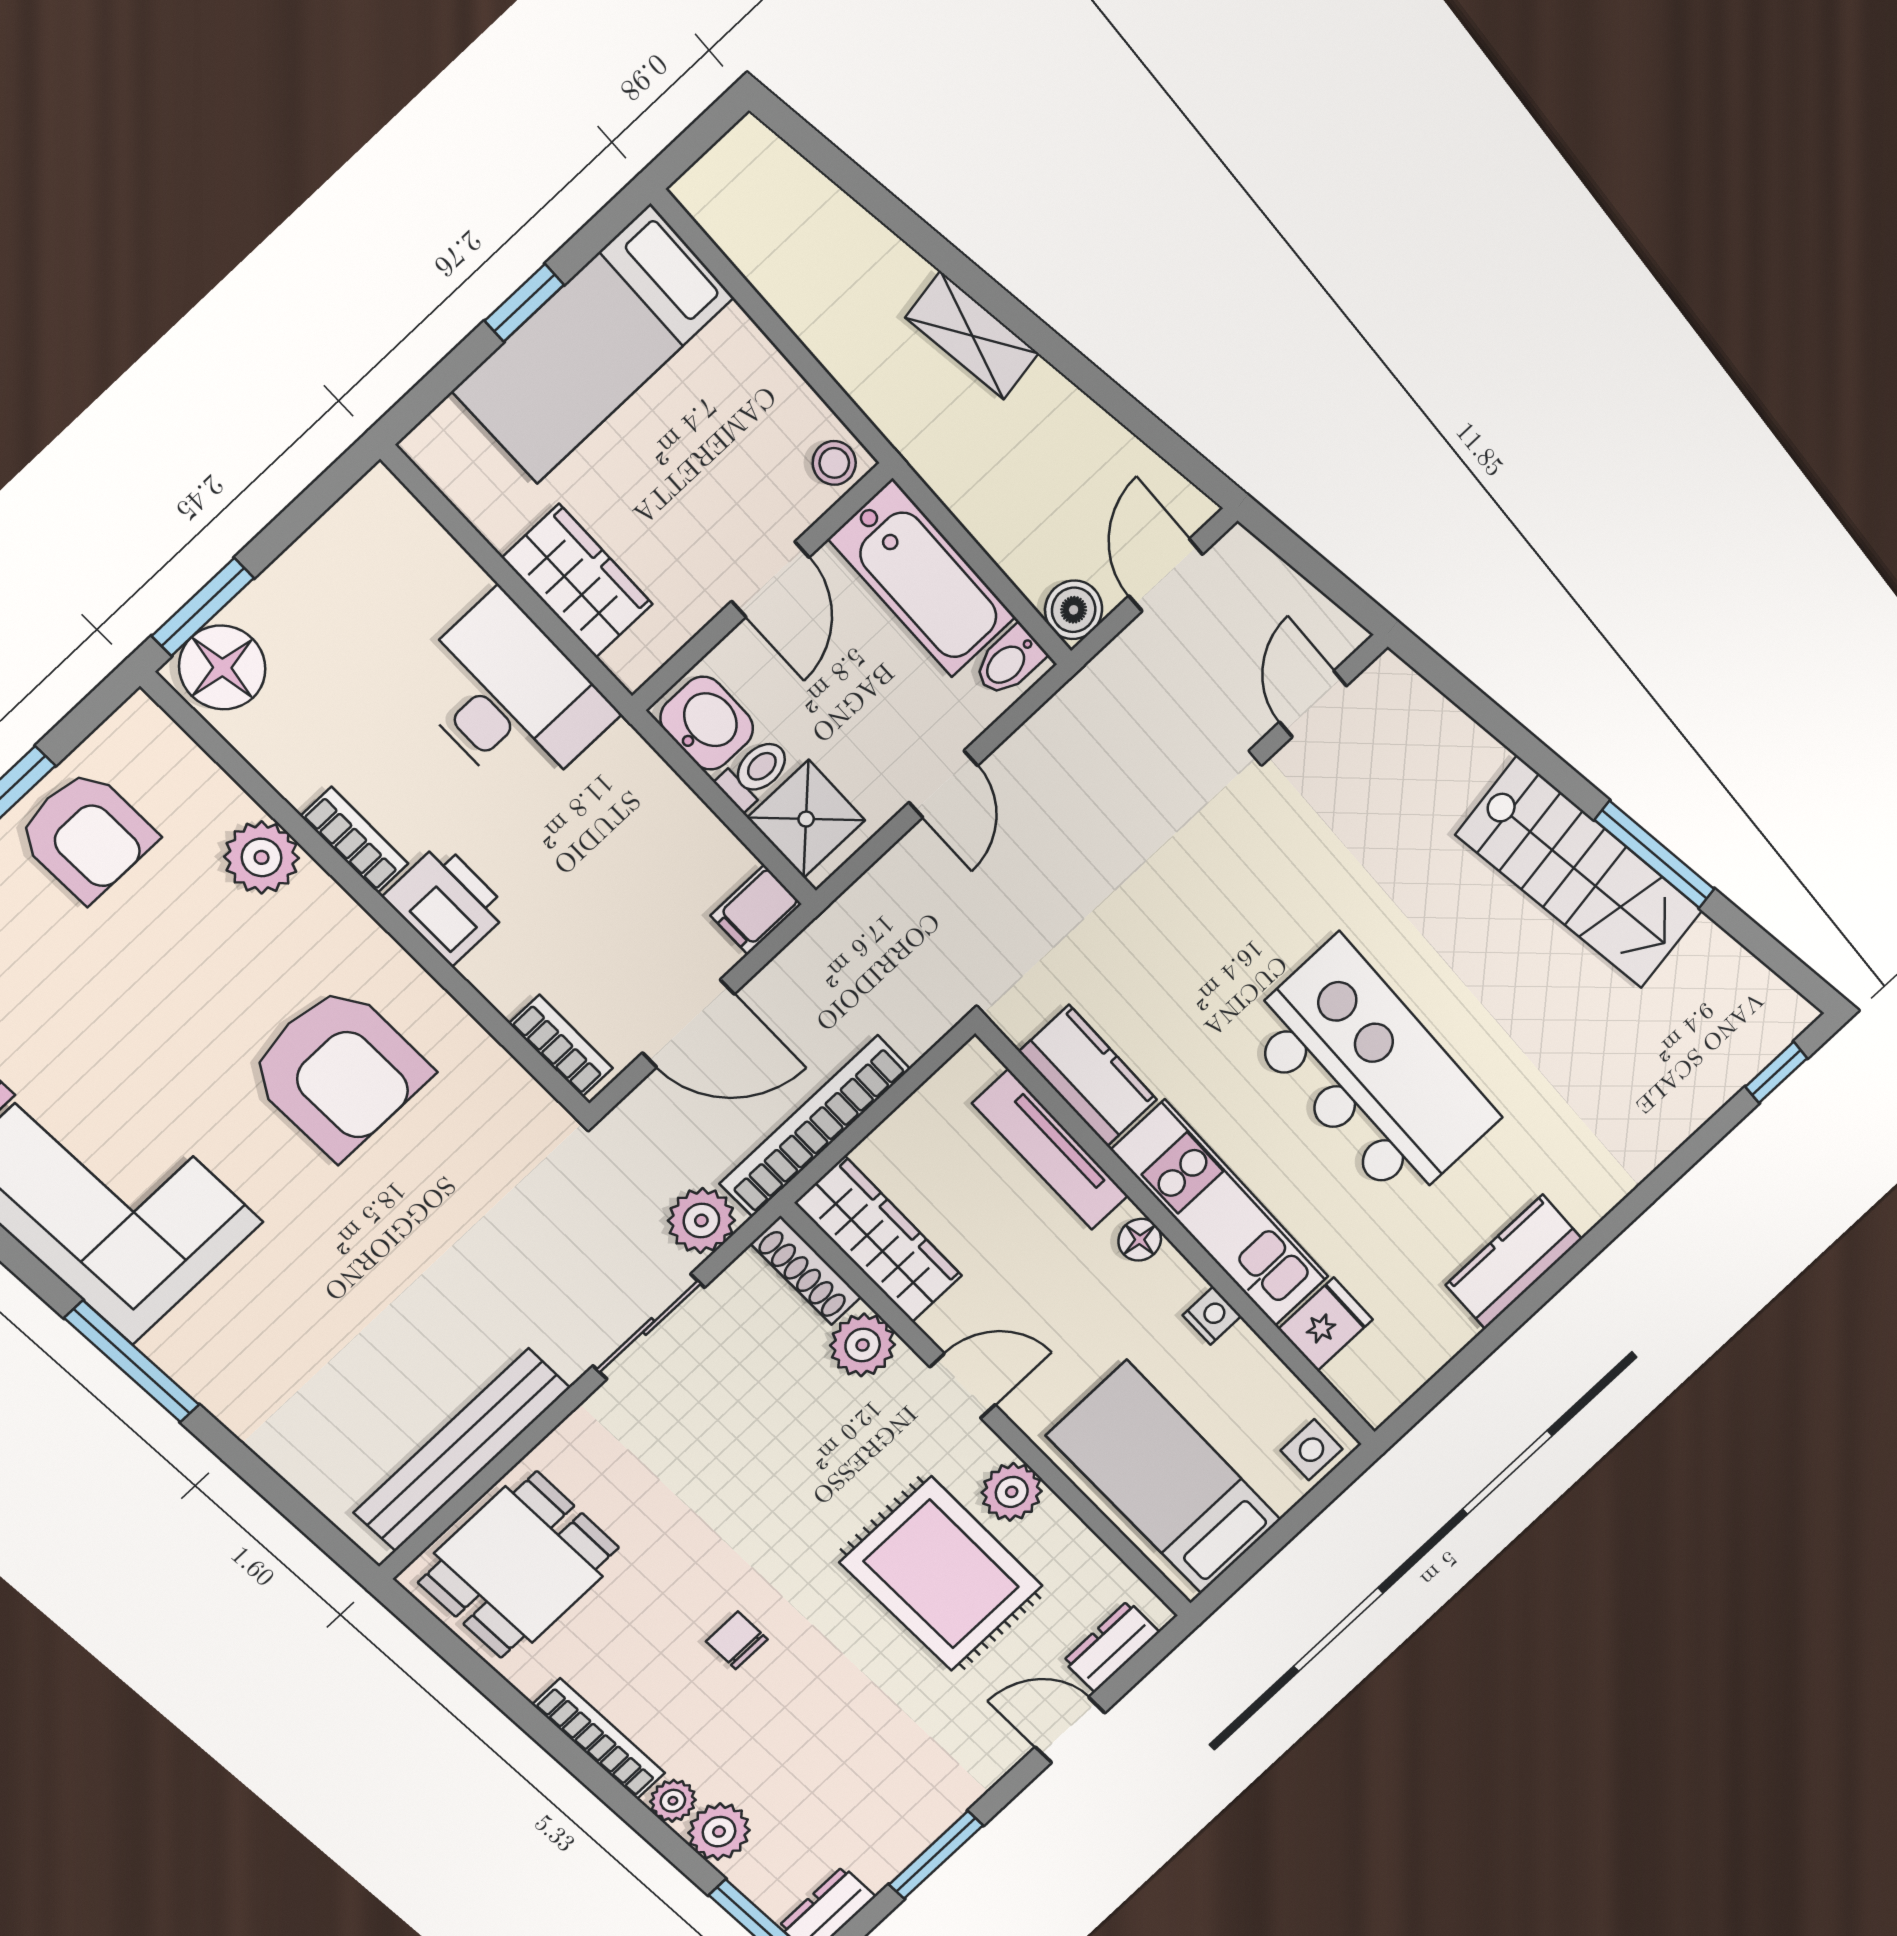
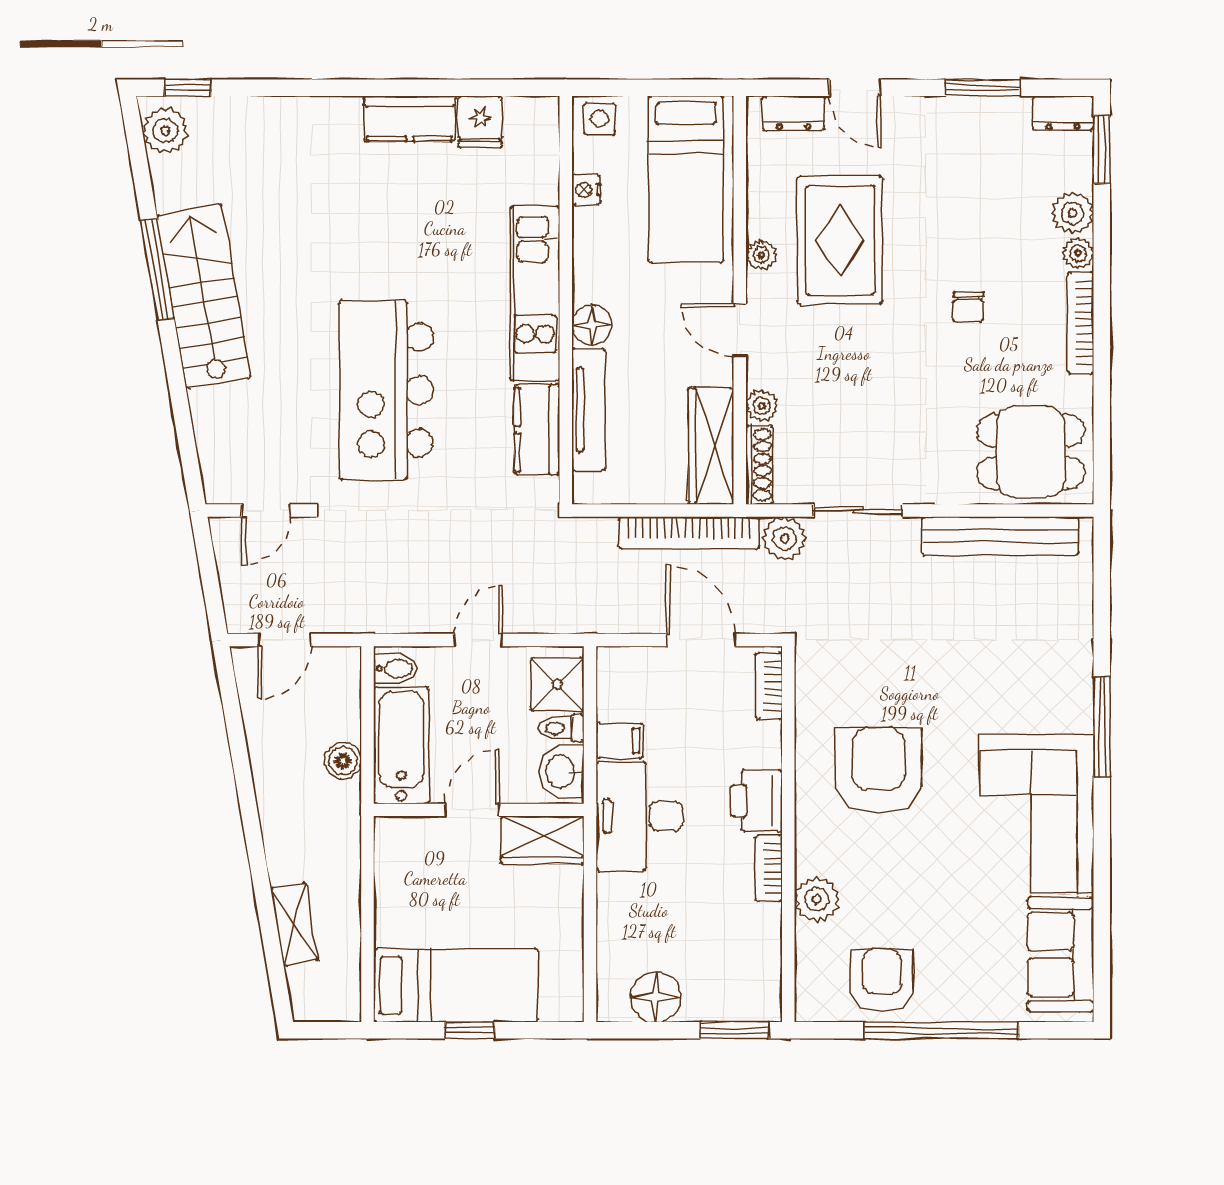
shelving: (972, 336) -> (295, 924), moved
stool: (834, 463) -> (395, 835), removed
wardrobe: (577, 581) -> (543, 840), moved, turned -90
boiler: (1074, 610) -> (343, 761), moved
floor lamp: (222, 668) -> (656, 997), moved
desk: (510, 697) -> (639, 816), moved
filing cabinet: (756, 910) -> (620, 741), moved
plant: (1764, 1007) -> (165, 131), added
kitchen island: (1371, 1073) -> (386, 390), moved
floor lamp: (1140, 1240) -> (592, 325), width x1.37, depth x1.37
nightstand: (1212, 1316) -> (586, 190), moved
fridge: (1326, 1324) -> (480, 122), moved, turned -90
plant: (863, 1345) -> (762, 406), width x0.73, depth x0.73
plant: (1012, 1492) -> (761, 255), width x0.73, depth x0.73

